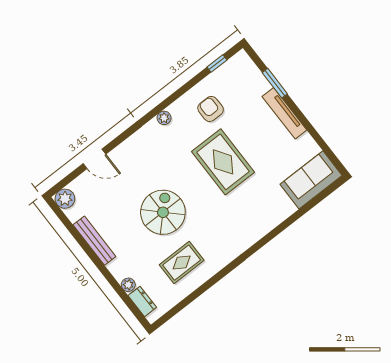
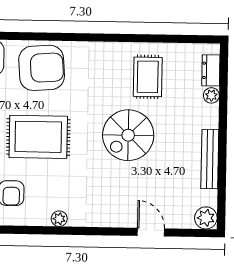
rug: (223, 162) -> (38, 137), turned 90
armchair: (259, 211) -> (42, 68), added
rug: (182, 263) -> (148, 77), turned 90

